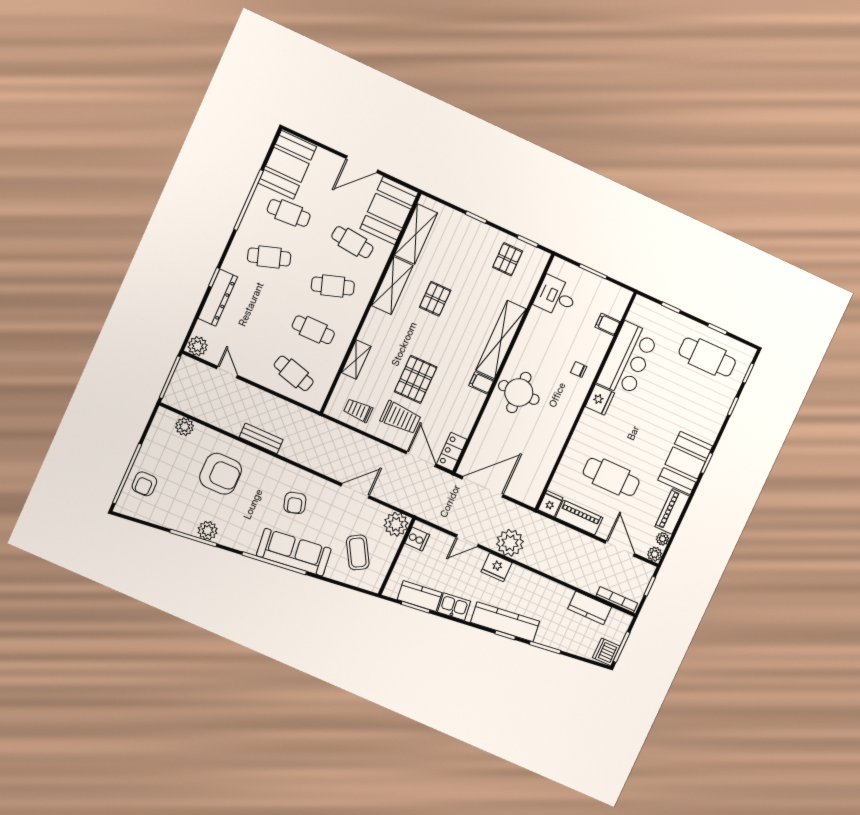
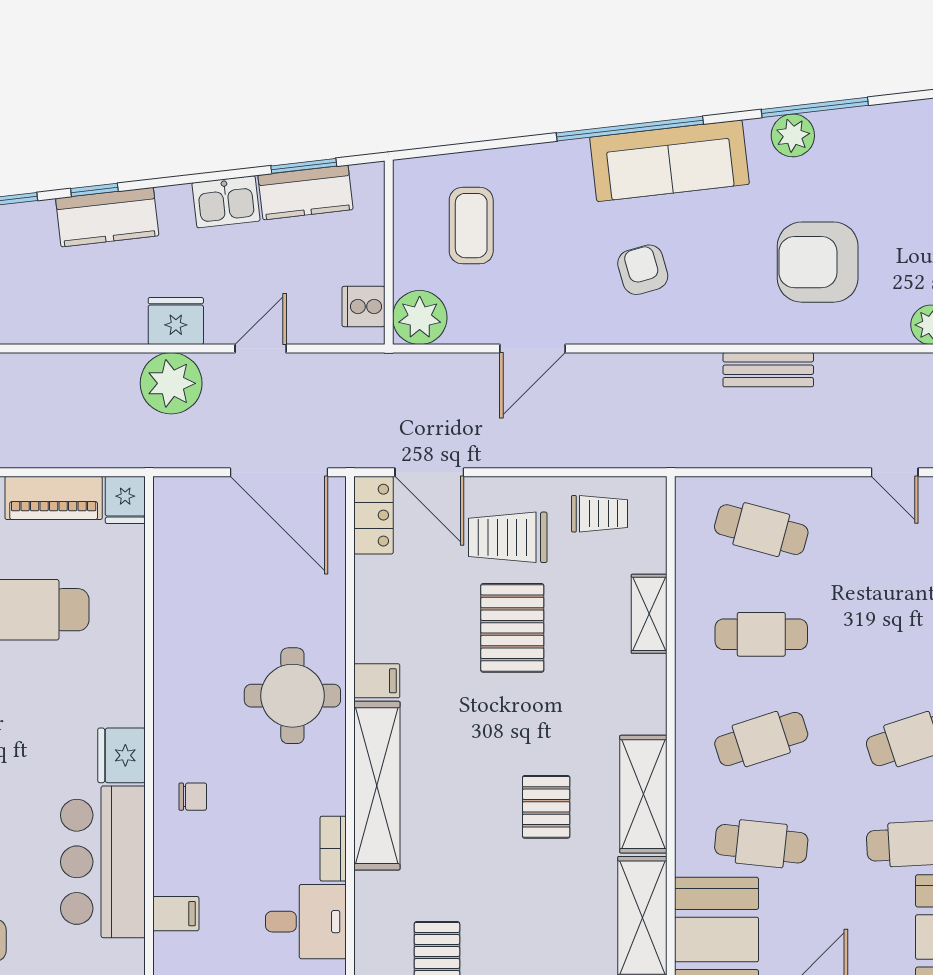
bookcase: (531, 322) -> (333, 849), added
door: (483, 487) -> (279, 472), hinge flipped
sofa: (294, 552) -> (669, 161), moved
coffee table: (358, 552) -> (471, 226), turned 30
kitchen counter: (505, 622) -> (107, 217), width x0.67

